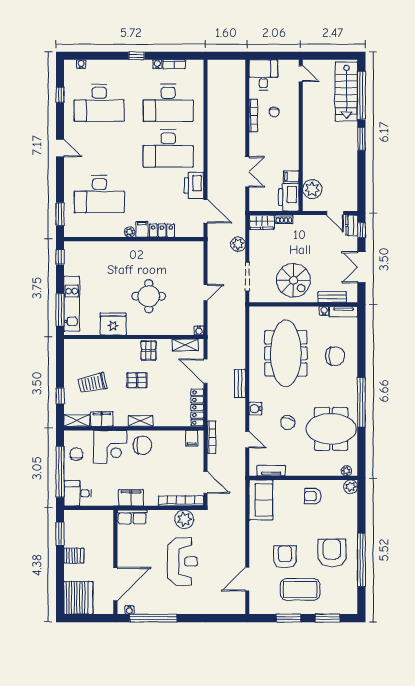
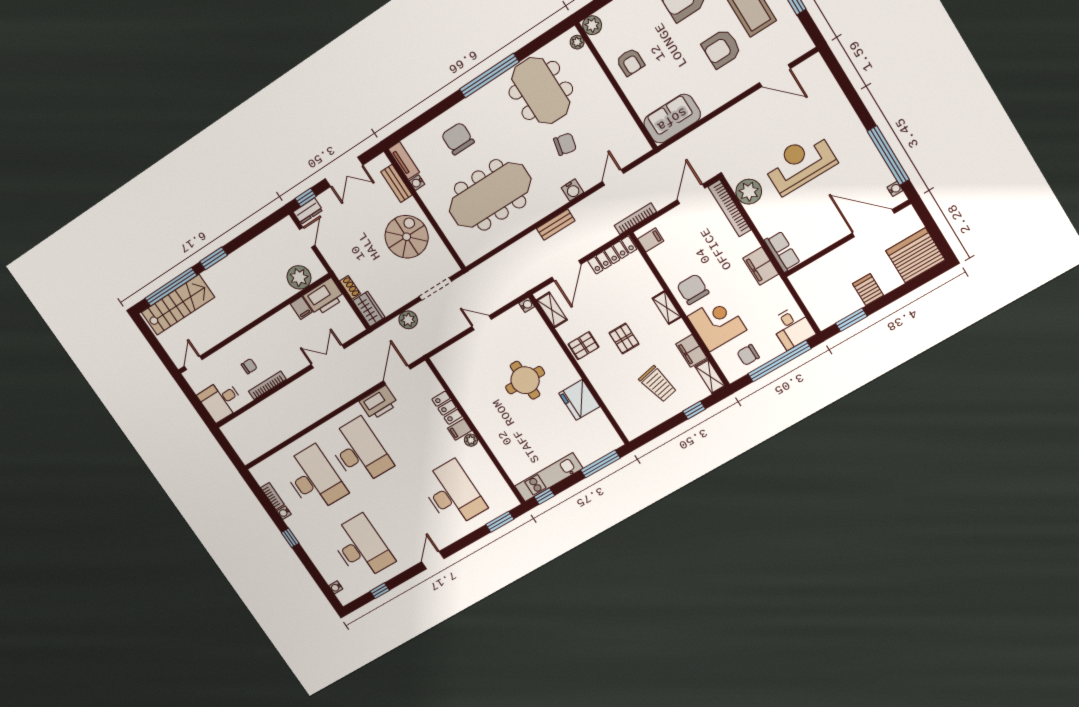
kitchen unit: (72, 304) -> (549, 477), moved
tv unit: (271, 471) -> (631, 128), removed

